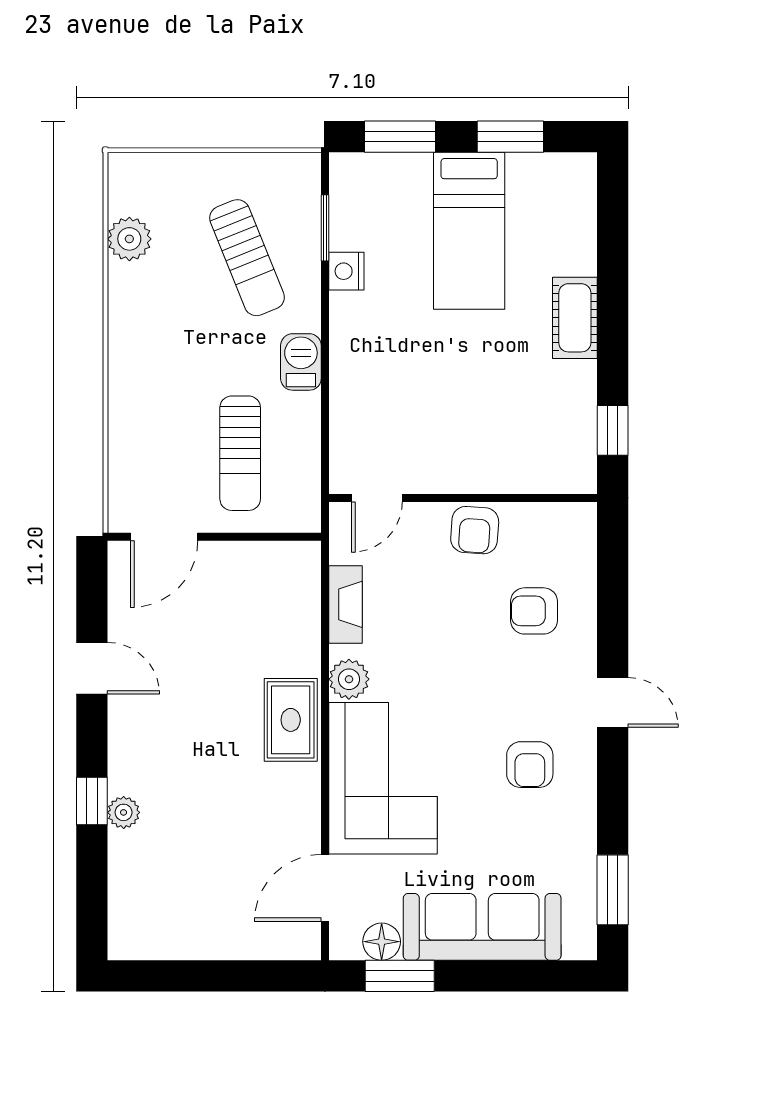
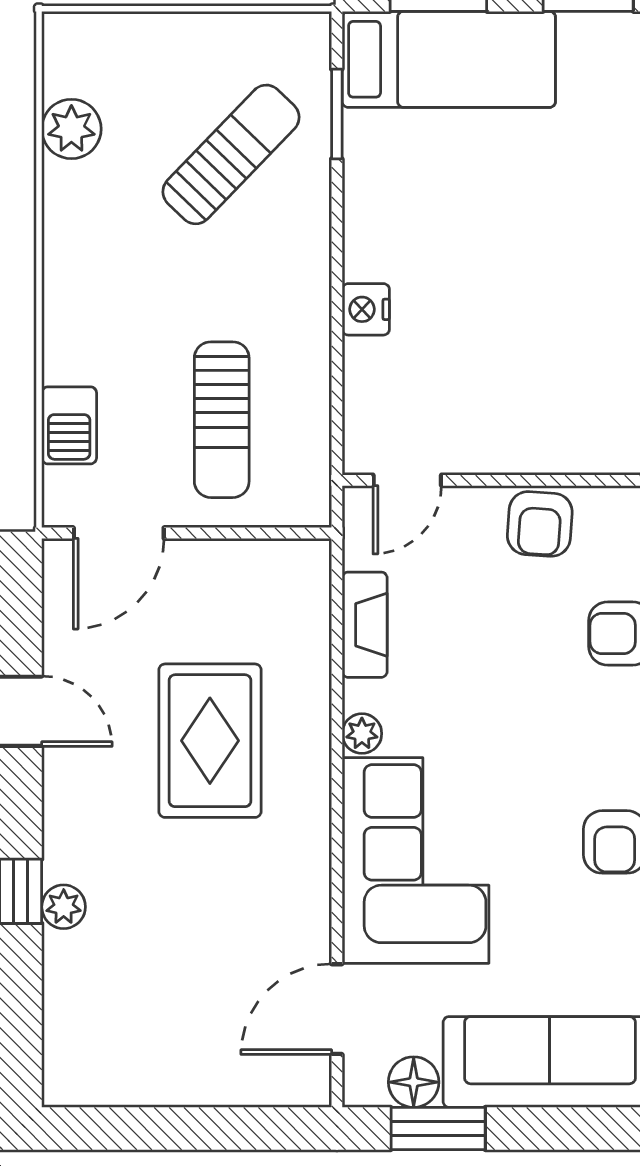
bed: (469, 231) -> (449, 59), moved, turned -90
sun lounger: (247, 258) -> (231, 154), turned -114
nightstand: (346, 271) -> (366, 309), moved
barbecue: (301, 362) -> (69, 425), moved, turned 180
plant: (349, 679) -> (362, 734), width x0.73, depth x0.73
rug: (291, 720) -> (210, 741), moved, width x1.36, depth x1.43

